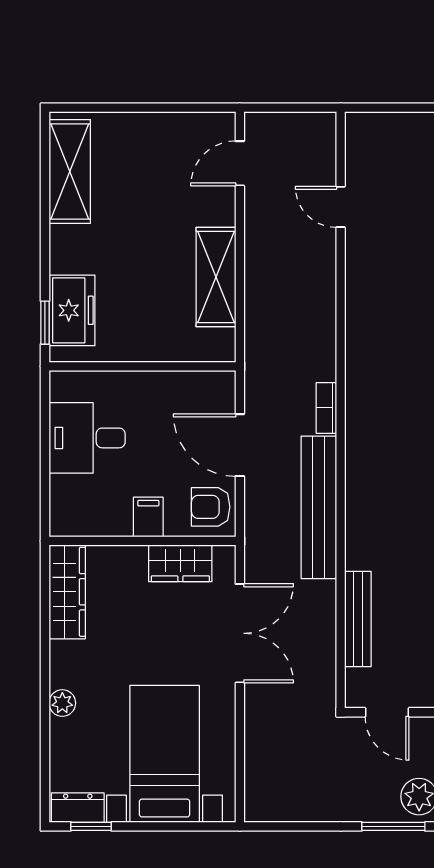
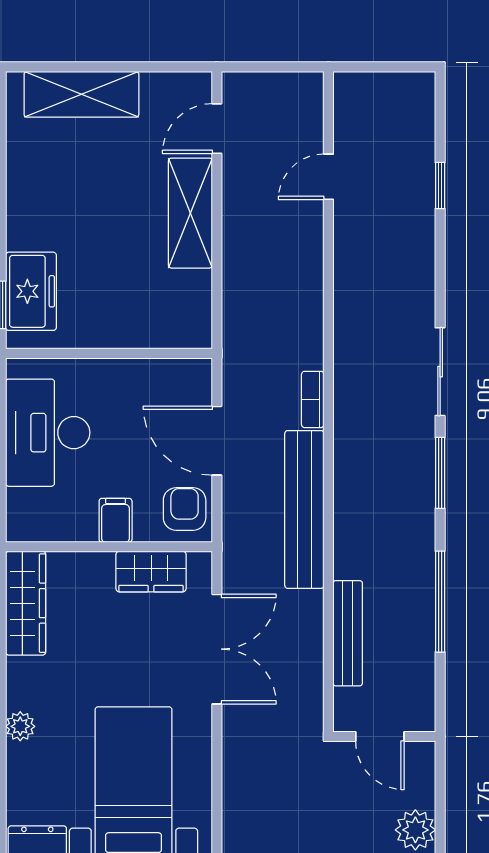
shelving: (70, 171) -> (81, 94), moved, turned 90
door: (341, 207) -> (328, 177), hinge flipped
shelving: (216, 277) -> (190, 213), moved
desk: (87, 438) -> (48, 433), width x1.37
armchair: (211, 507) -> (185, 509), turned 90

